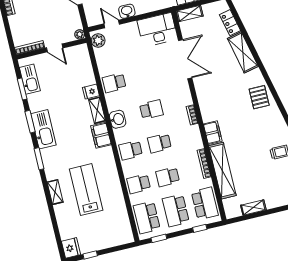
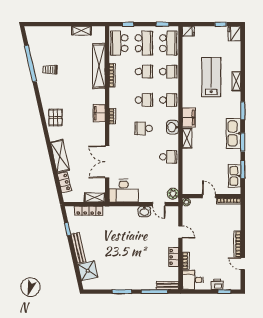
fridge: (91, 92) -> (188, 31), moved
filing cabinet: (213, 133) -> (99, 113), moved
lab bench: (86, 190) -> (211, 77), turned 180

